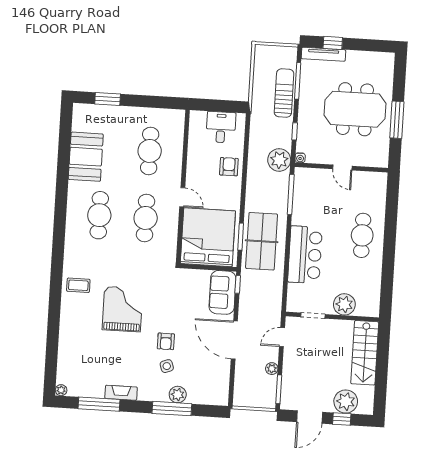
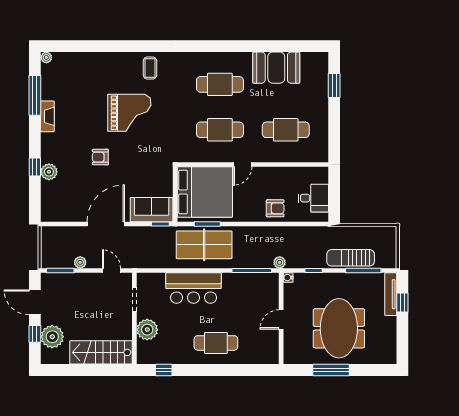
sun lounger: (284, 93) -> (351, 258), turned 180
plant: (279, 160) -> (280, 262), width x0.53, depth x0.53
window: (387, 290) -> (164, 370), added
side table: (167, 366) -> (76, 159), removed
window: (172, 409) -> (35, 167), width x0.46

